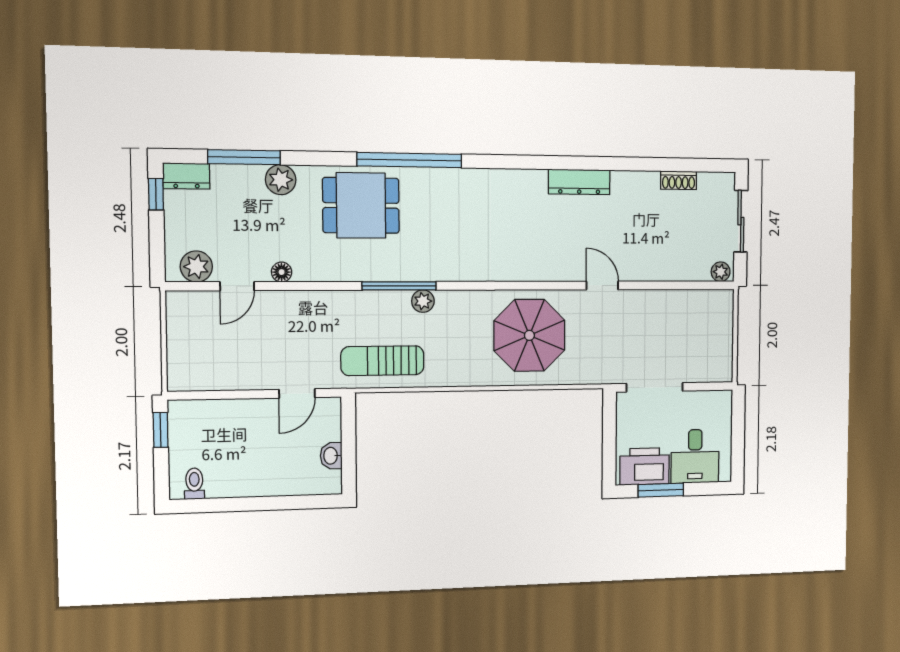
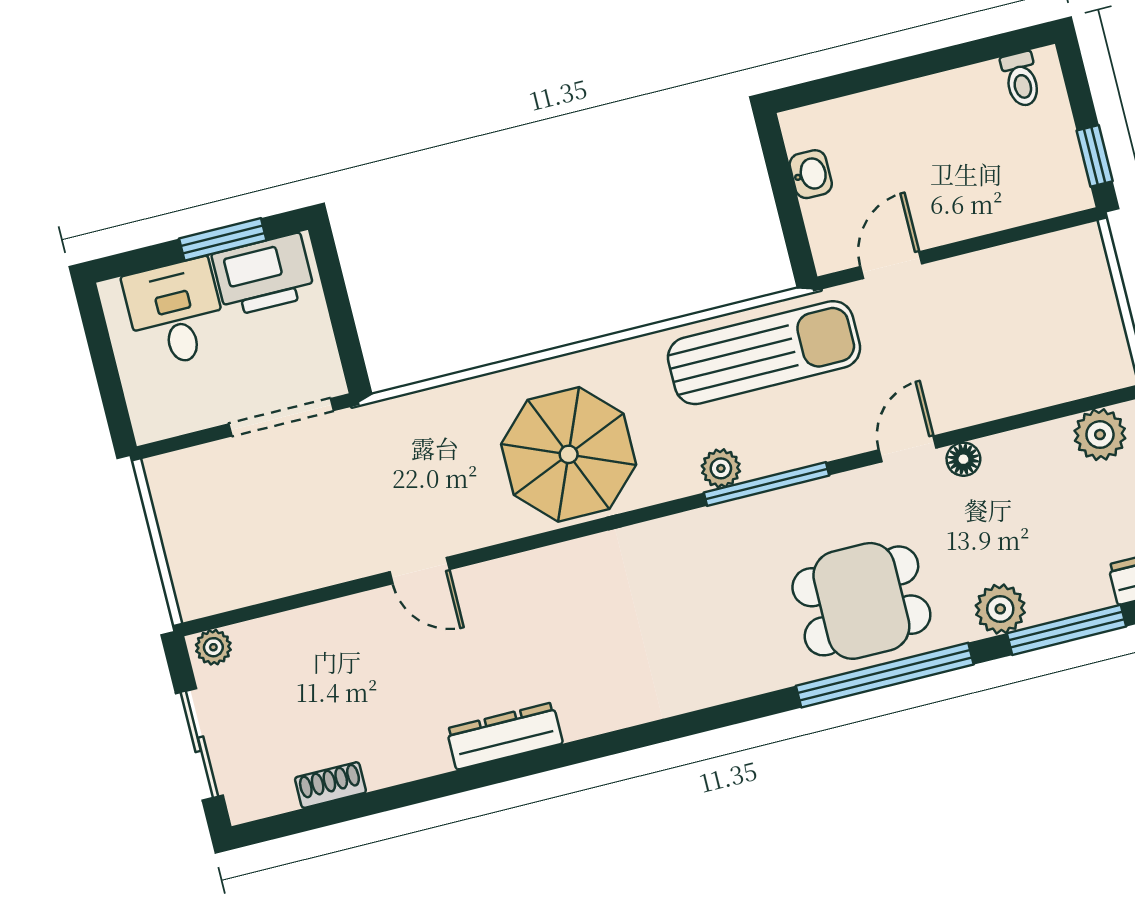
window: (409, 160) -> (885, 675), moved
door: (237, 286) -> (908, 449), moved
parasol: (529, 335) -> (569, 454), moved
sun lounger: (382, 361) -> (764, 353), width x1.36, depth x1.34

